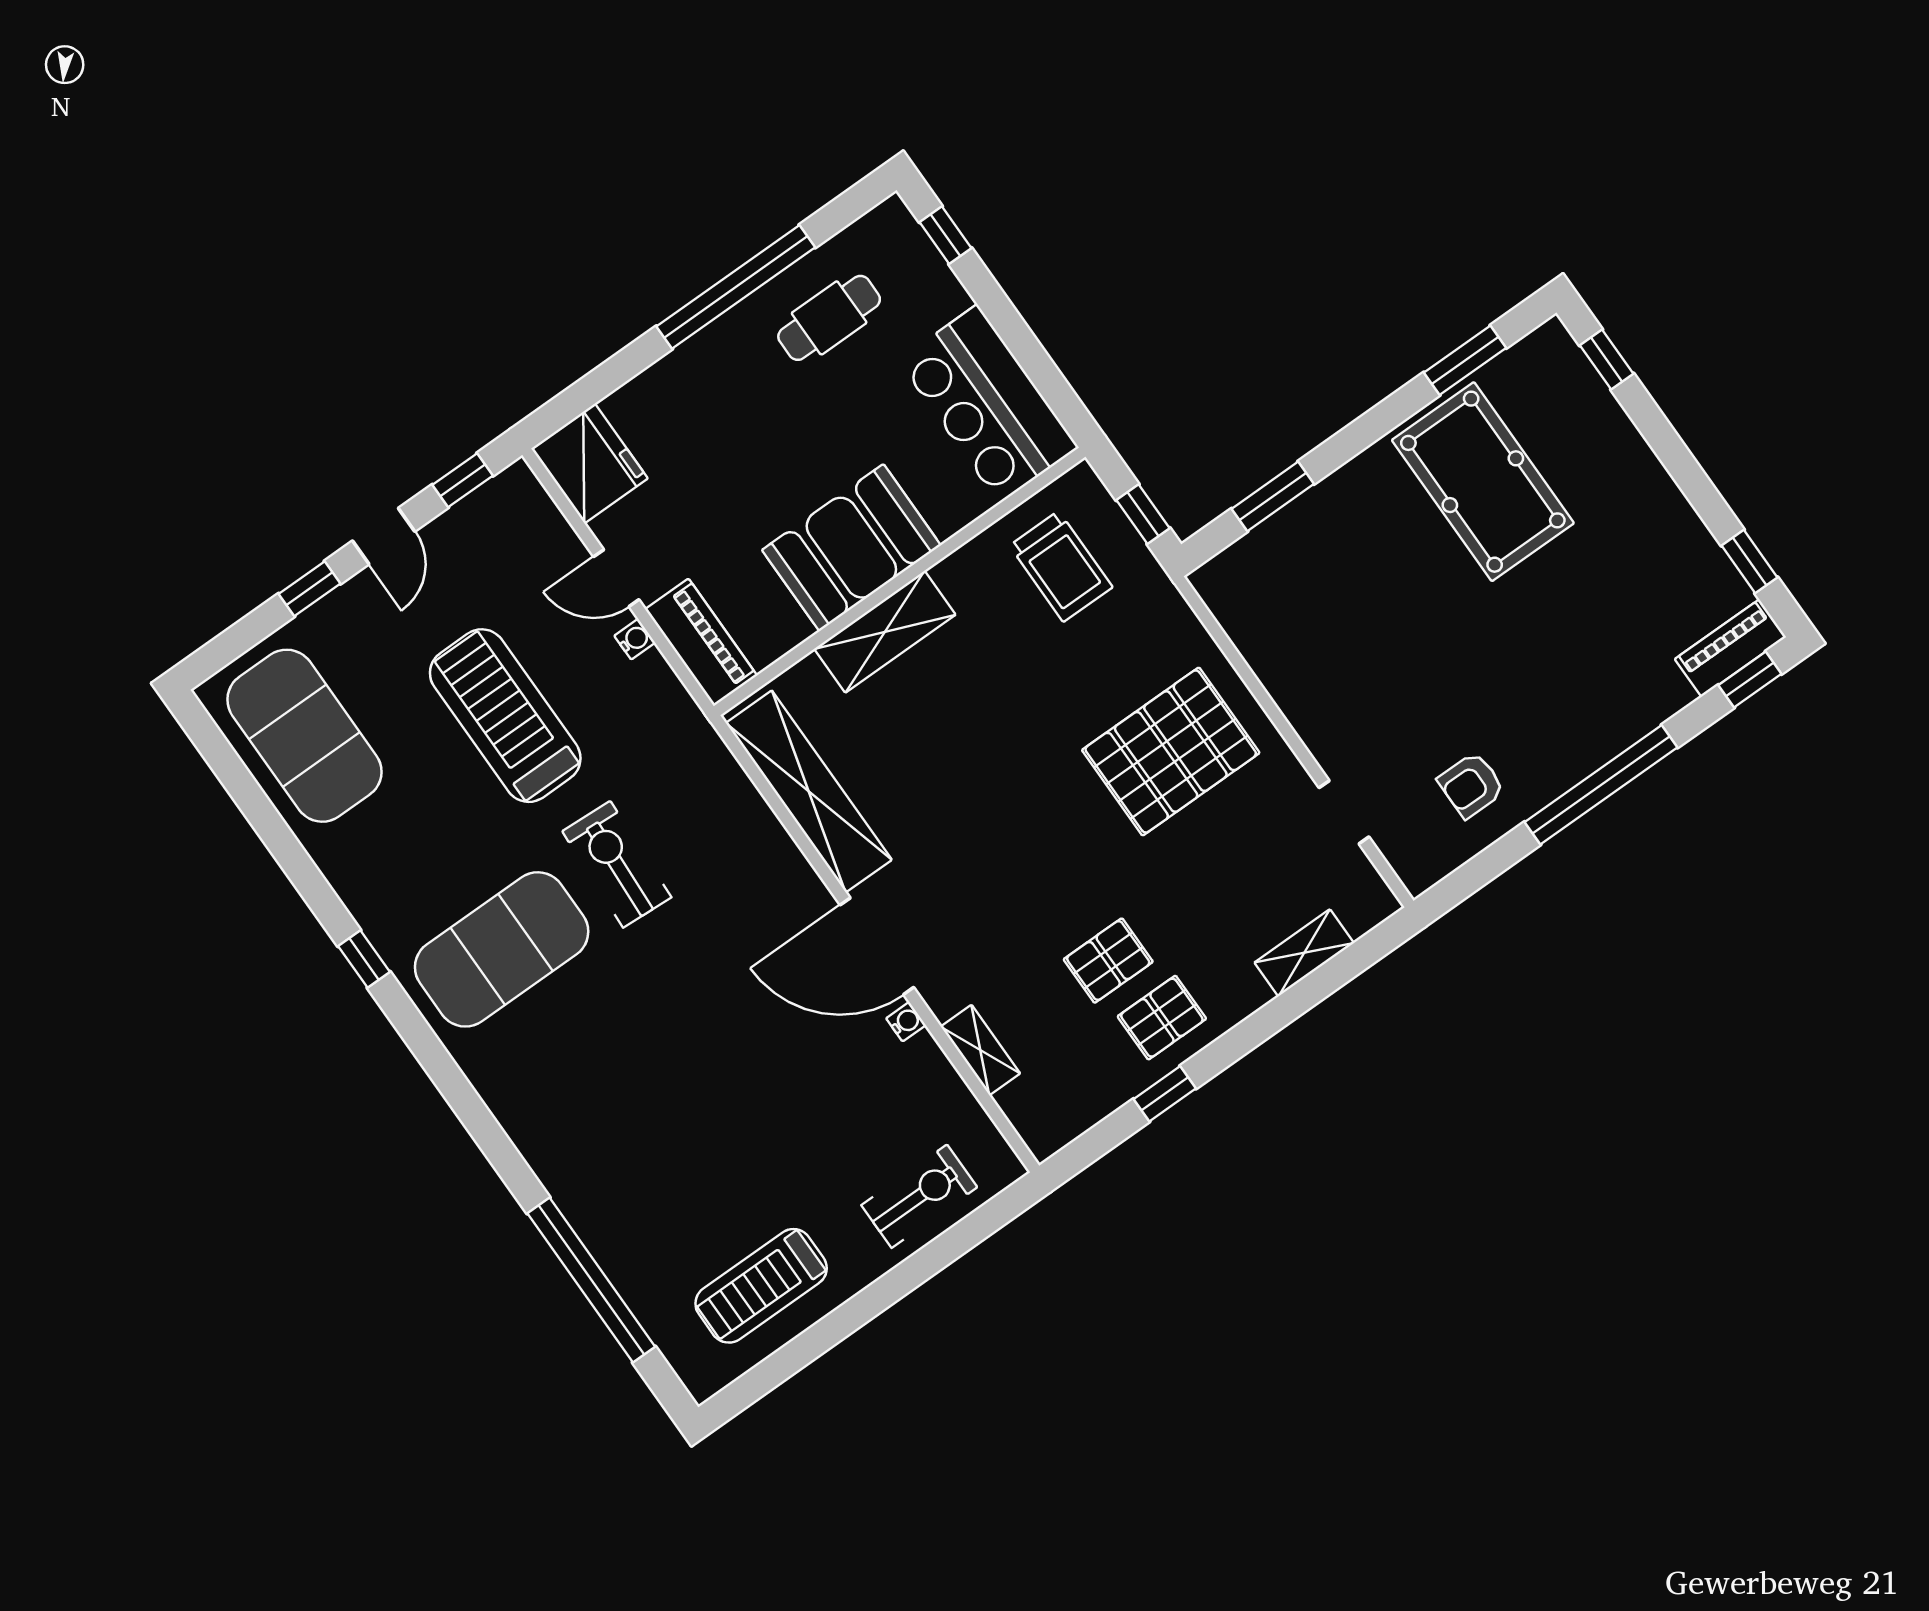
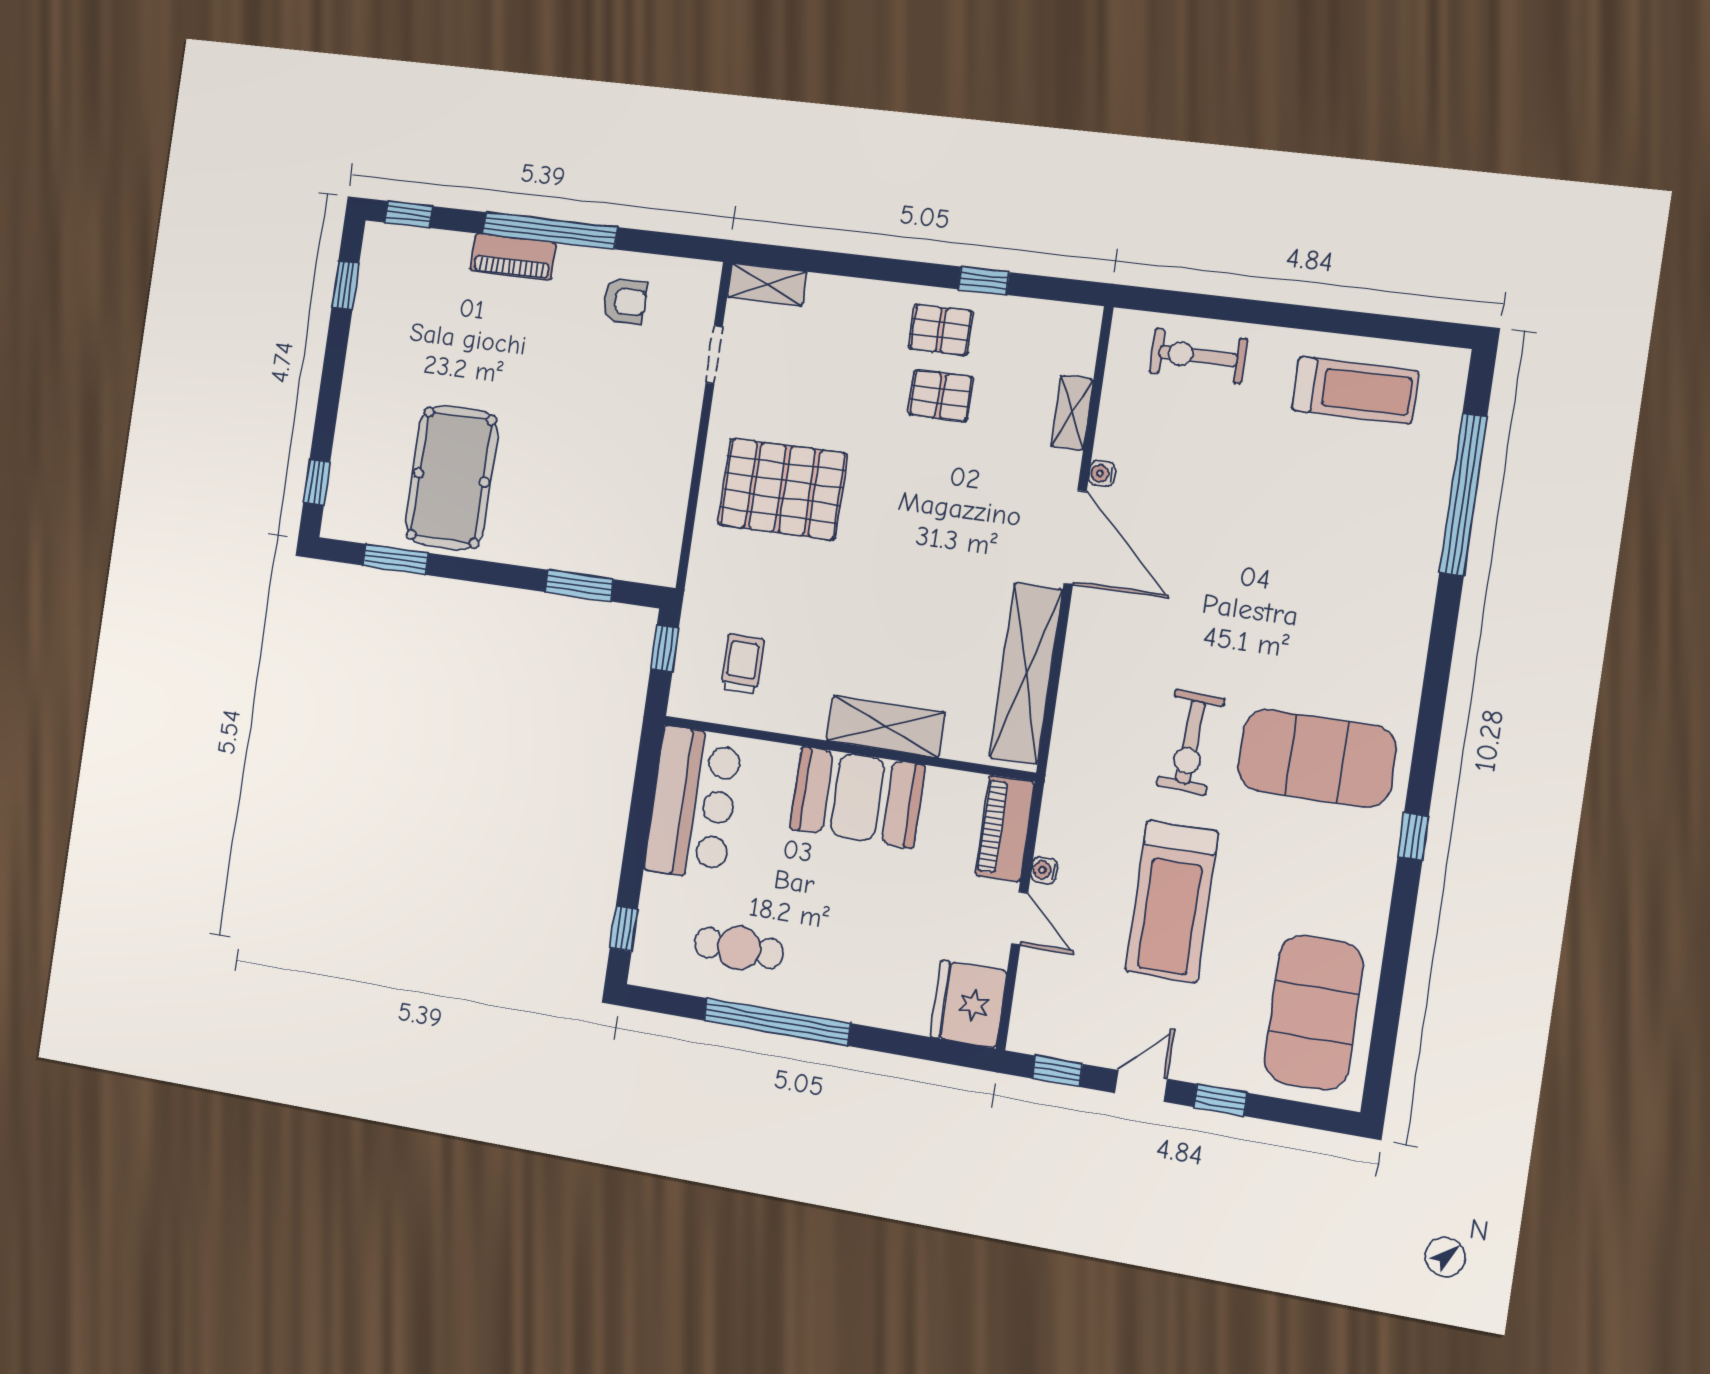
trolley: (1061, 566) -> (742, 664), width x0.73, depth x0.72
piano: (1730, 648) -> (513, 257), moved
shelving: (1304, 953) -> (767, 285), moved

